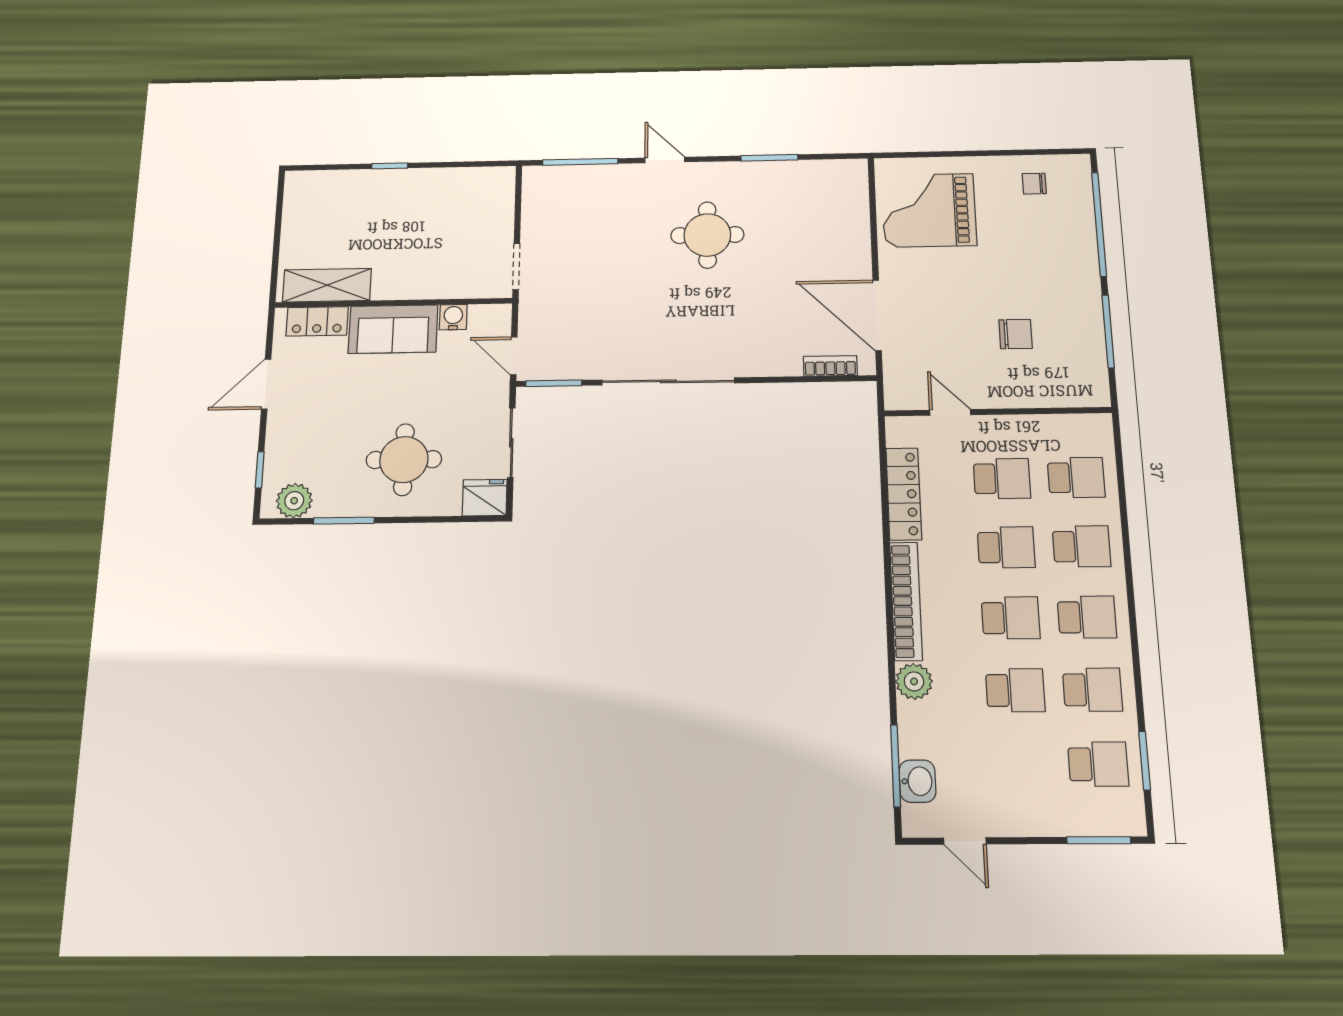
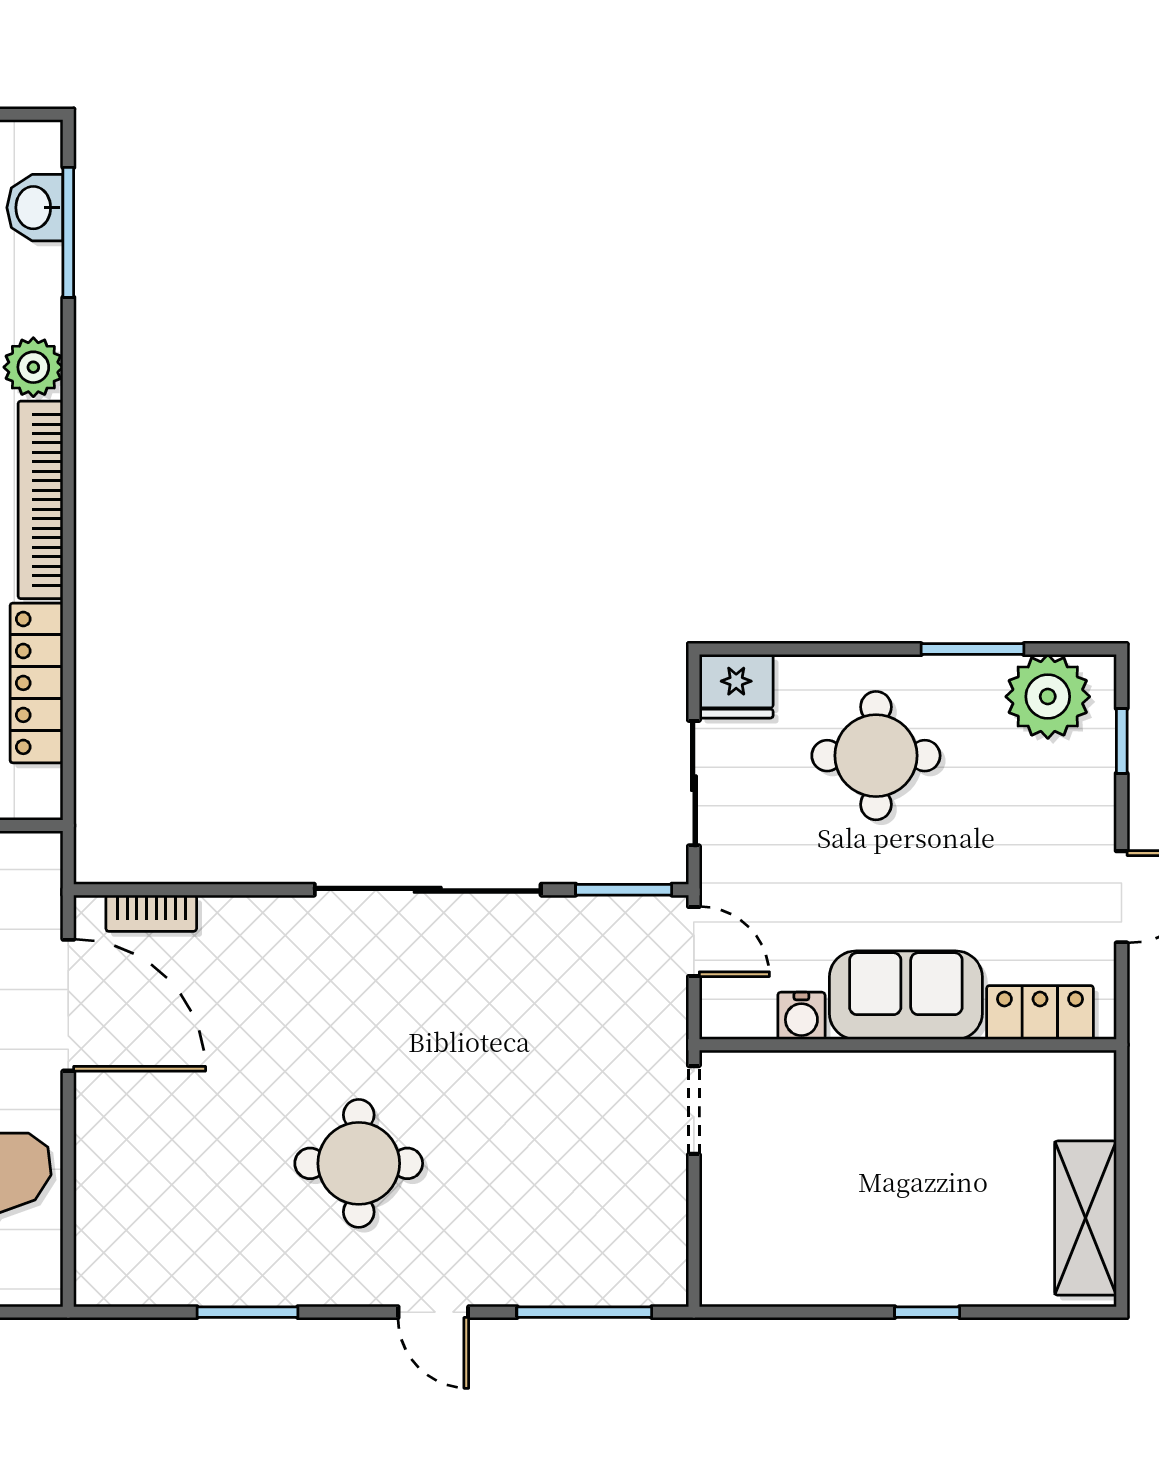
shelving: (327, 285) -> (1086, 1218), moved, turned 90
plant: (294, 501) -> (1048, 697), width x1.36, depth x1.36

